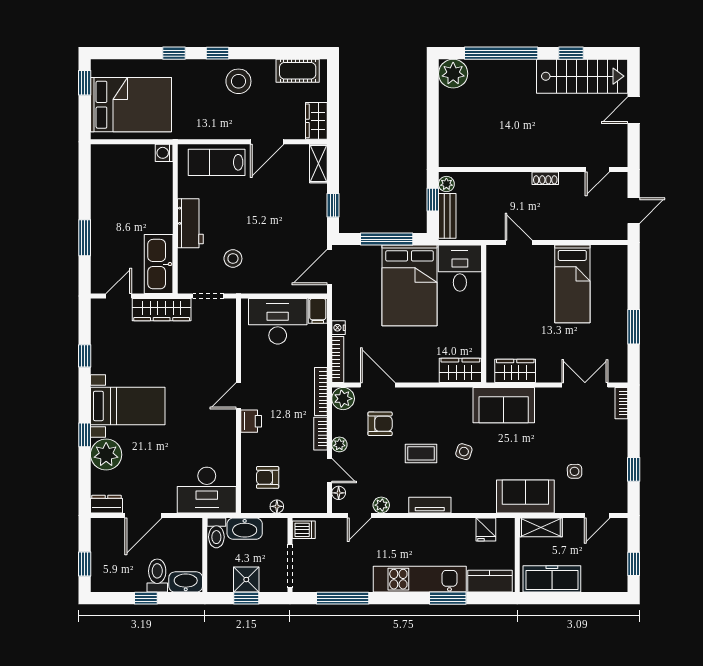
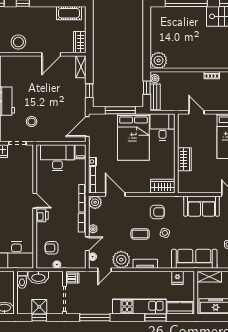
plant: (453, 74) -> (159, 60), moved
stool: (238, 81) -> (18, 42), moved
lab bench: (217, 162) -> (22, 66), removed
wardrobe: (515, 371) -> (184, 159), moved, turned 90
door: (238, 396) -> (35, 201), swing flipped
sofa: (504, 405) -> (201, 206), moved
armchair: (380, 424) -> (157, 212), moved
door: (329, 471) -> (87, 244), hinge flipped
sofa: (525, 497) -> (194, 259), width x1.36
plant: (381, 505) -> (121, 260), width x1.88, depth x1.88

